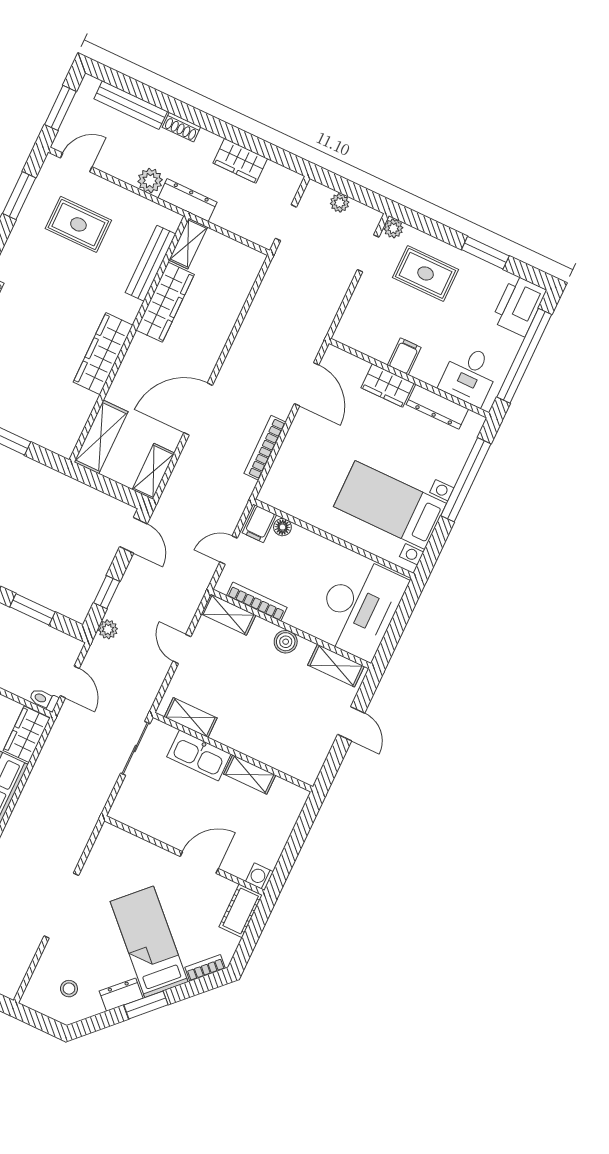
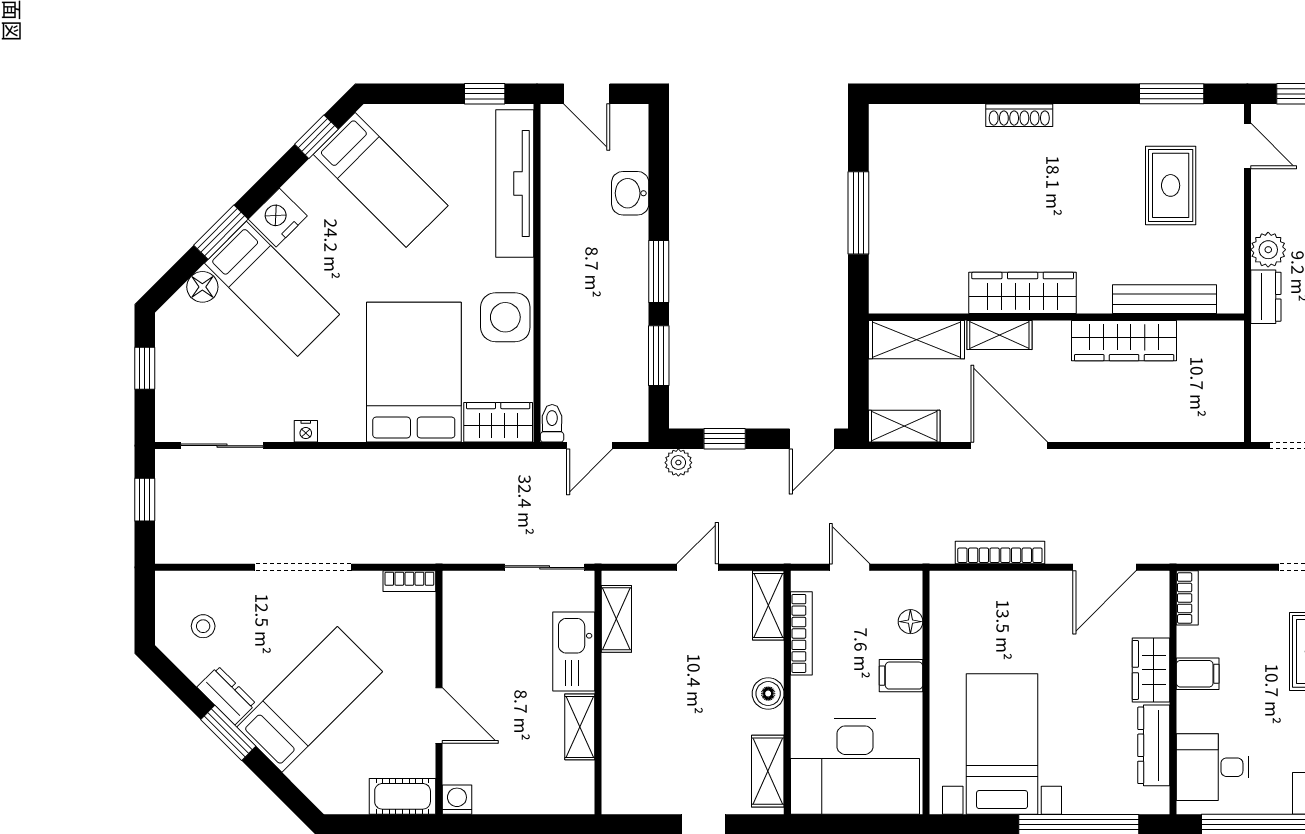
dresser: (188, 200) -> (1266, 297), width x0.70
shelving: (188, 244) -> (999, 335), moved
bookcase: (352, 340) -> (1187, 598), added
filing cabinet: (259, 524) -> (901, 676), moved
bookcase: (205, 968) -> (409, 581), moved, turned 135

